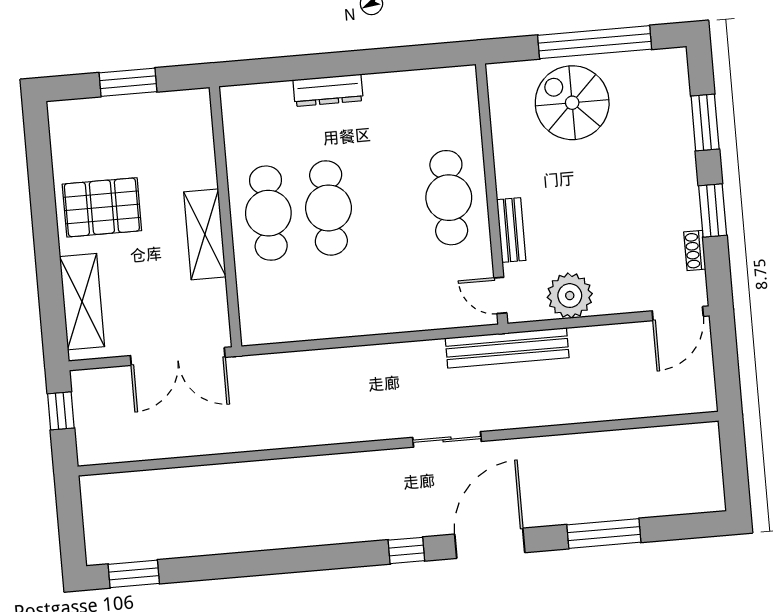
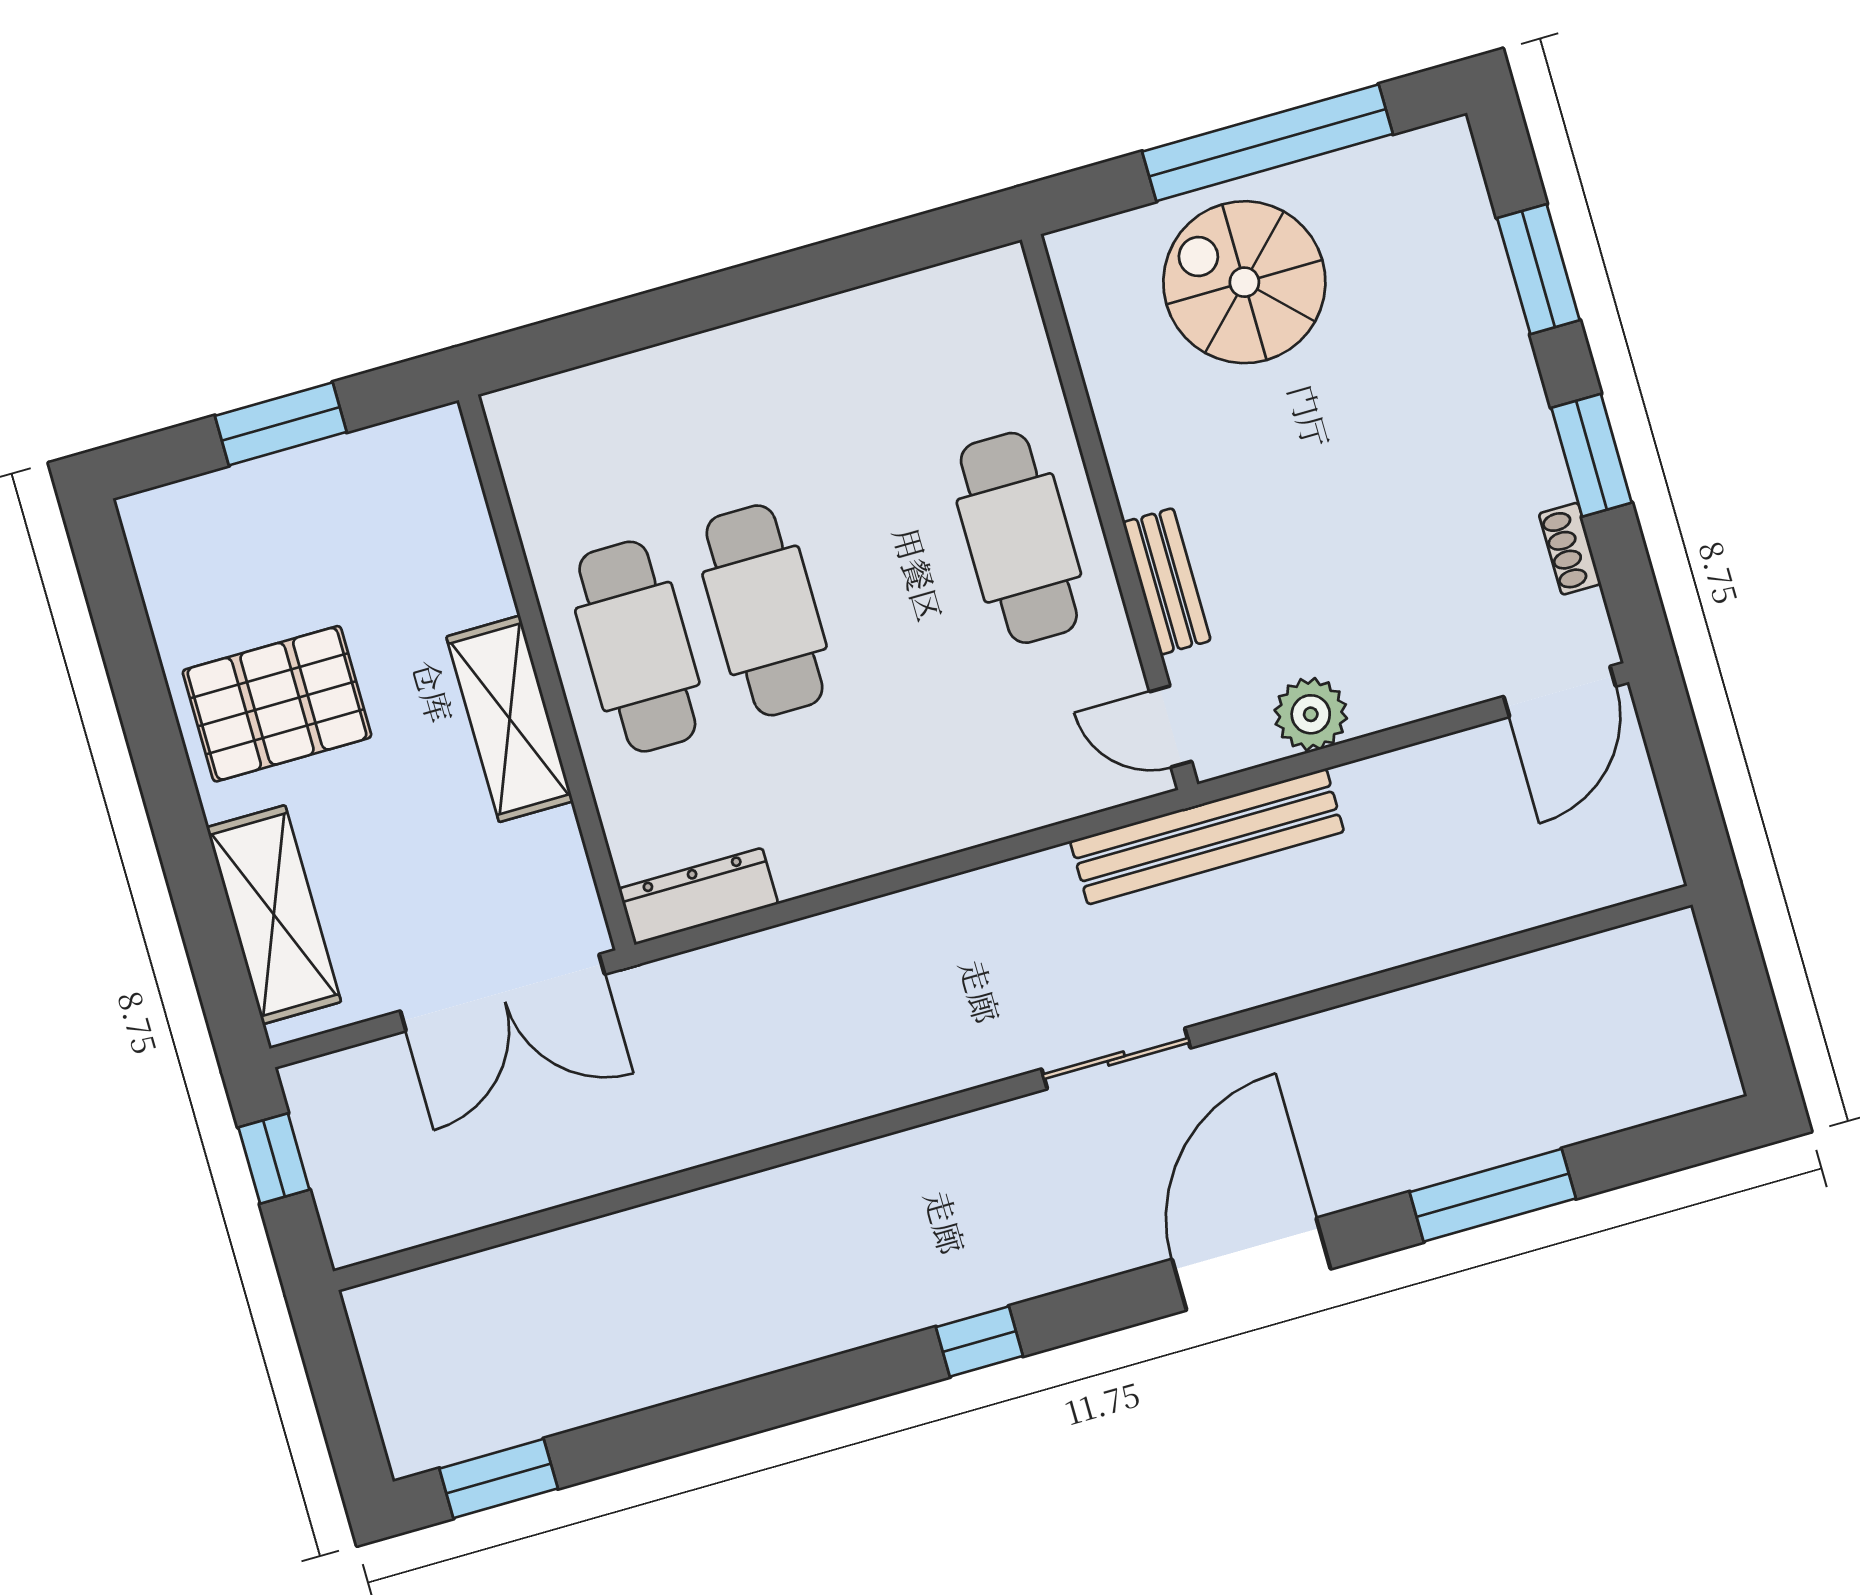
dresser: (328, 90) -> (698, 896), moved, turned 180
plant: (570, 296) -> (1311, 714), width x0.73, depth x0.73
window: (406, 550) -> (979, 1342), moved

